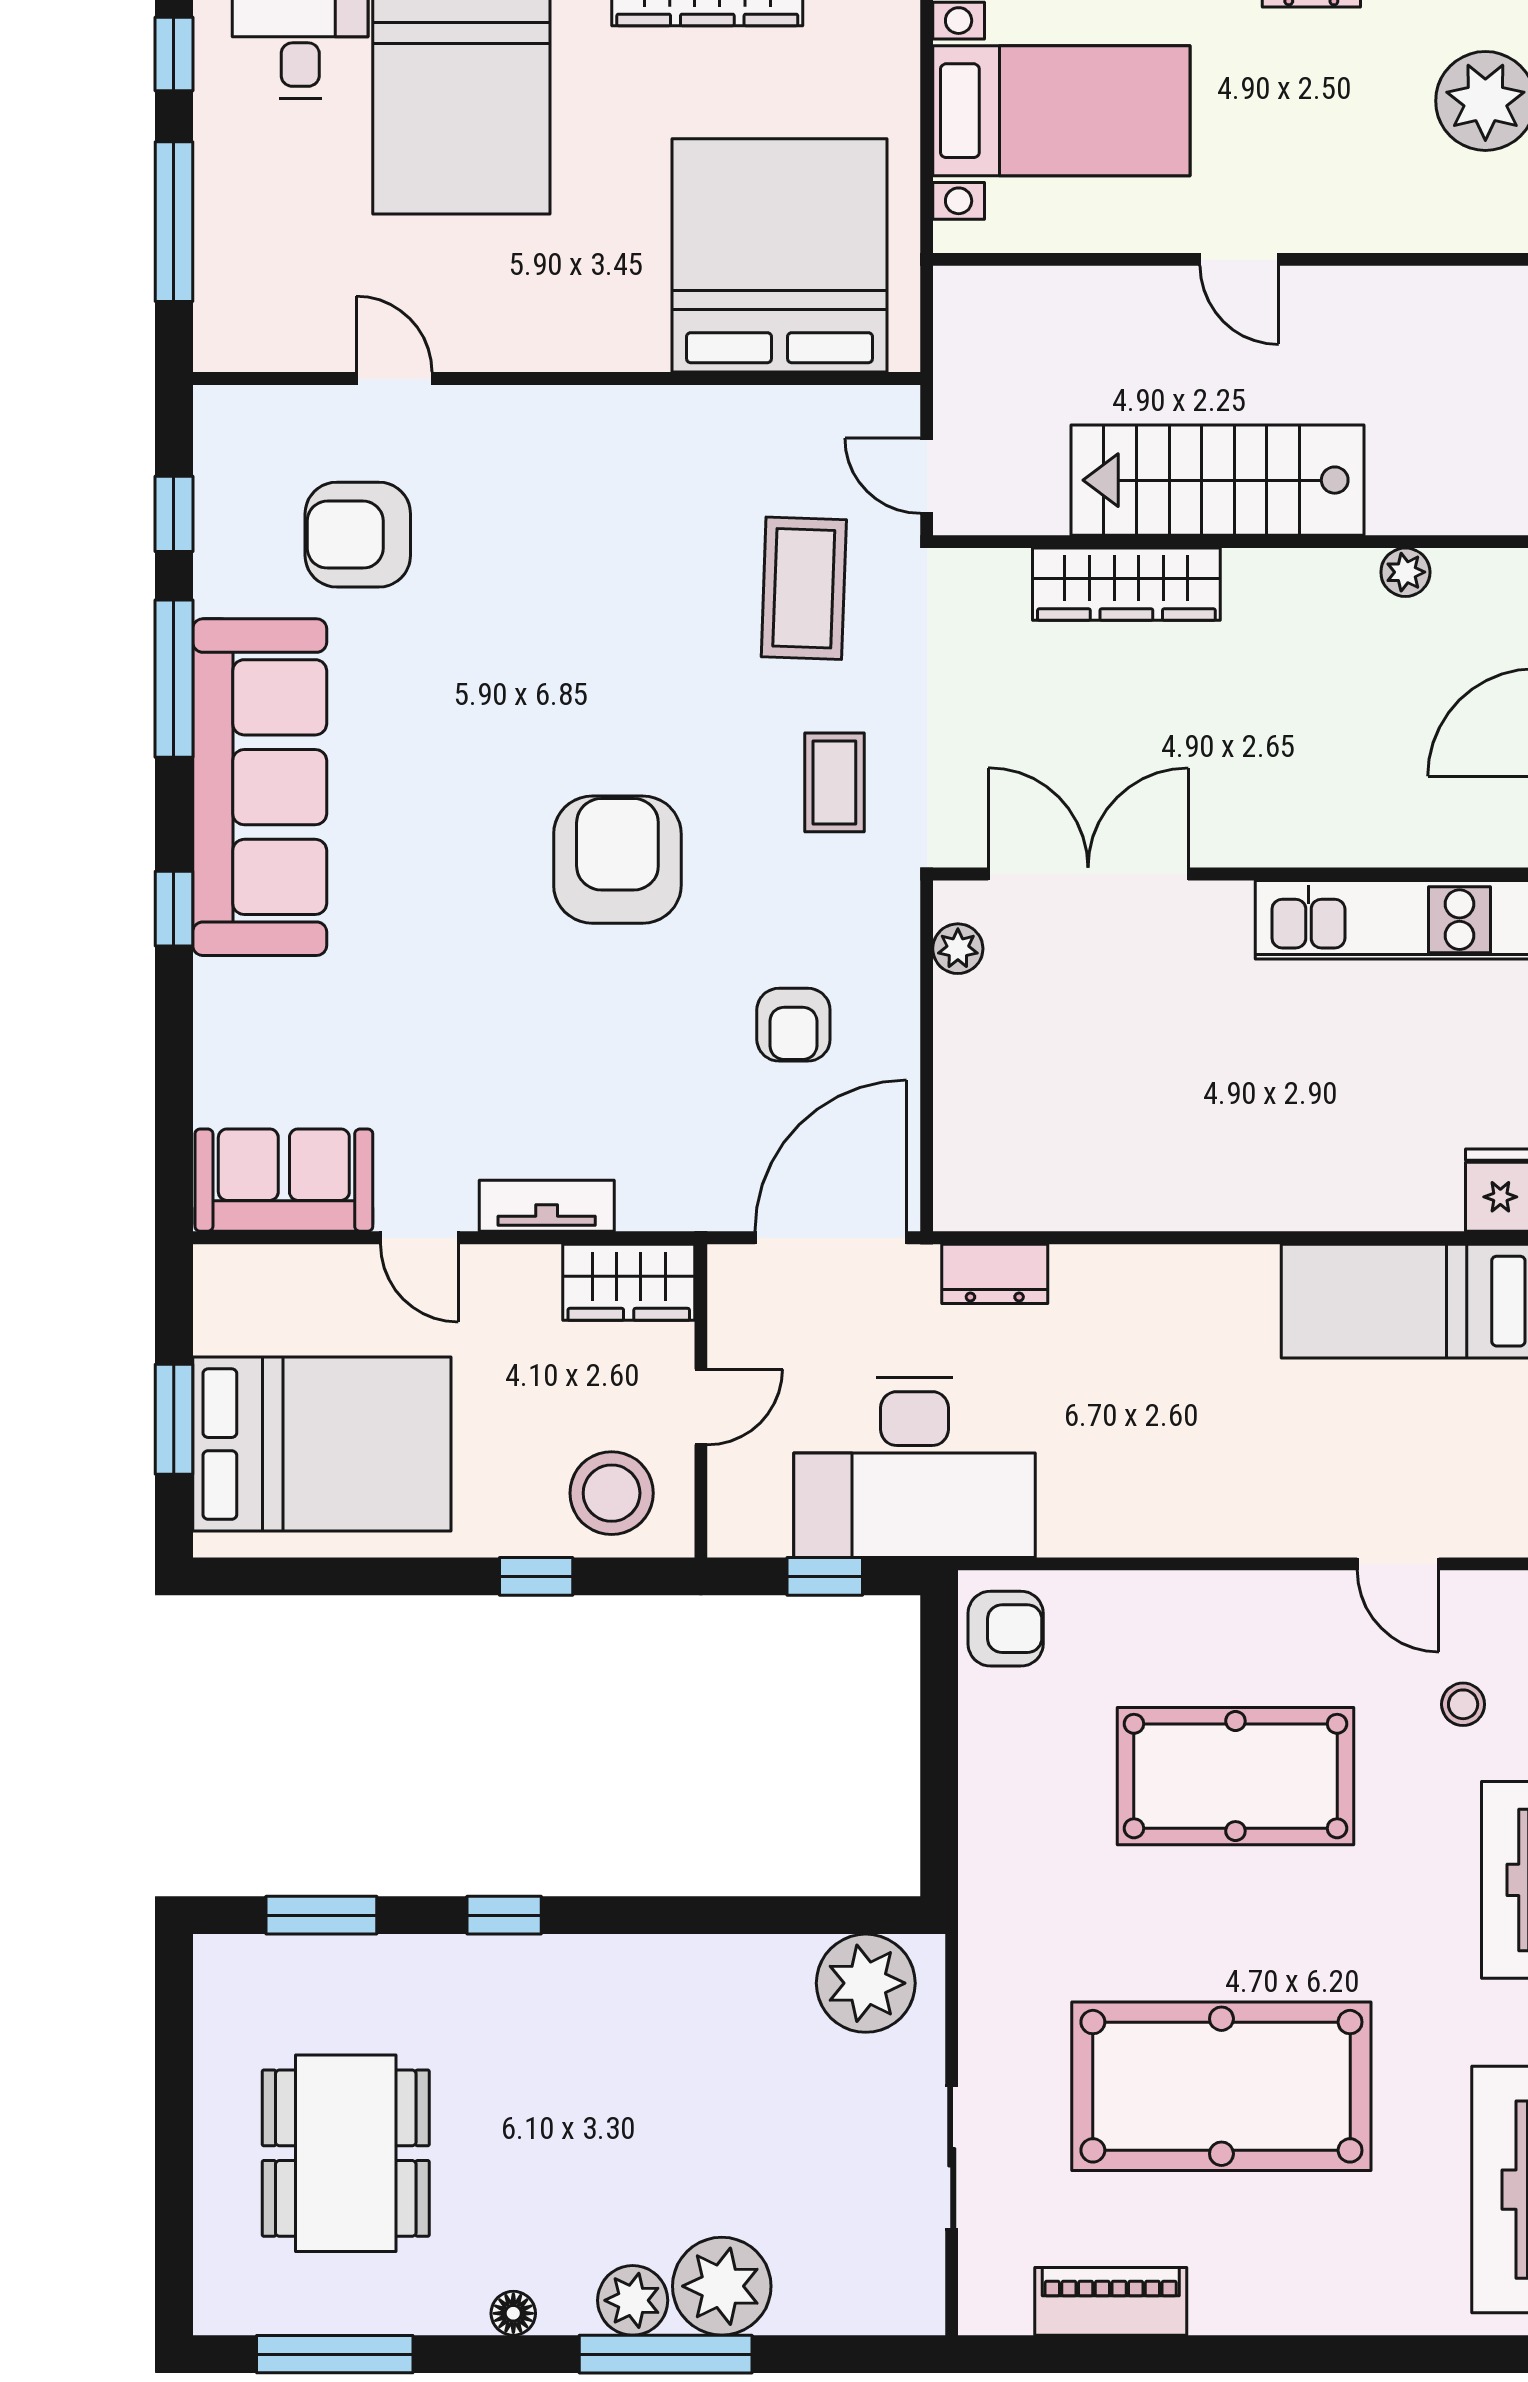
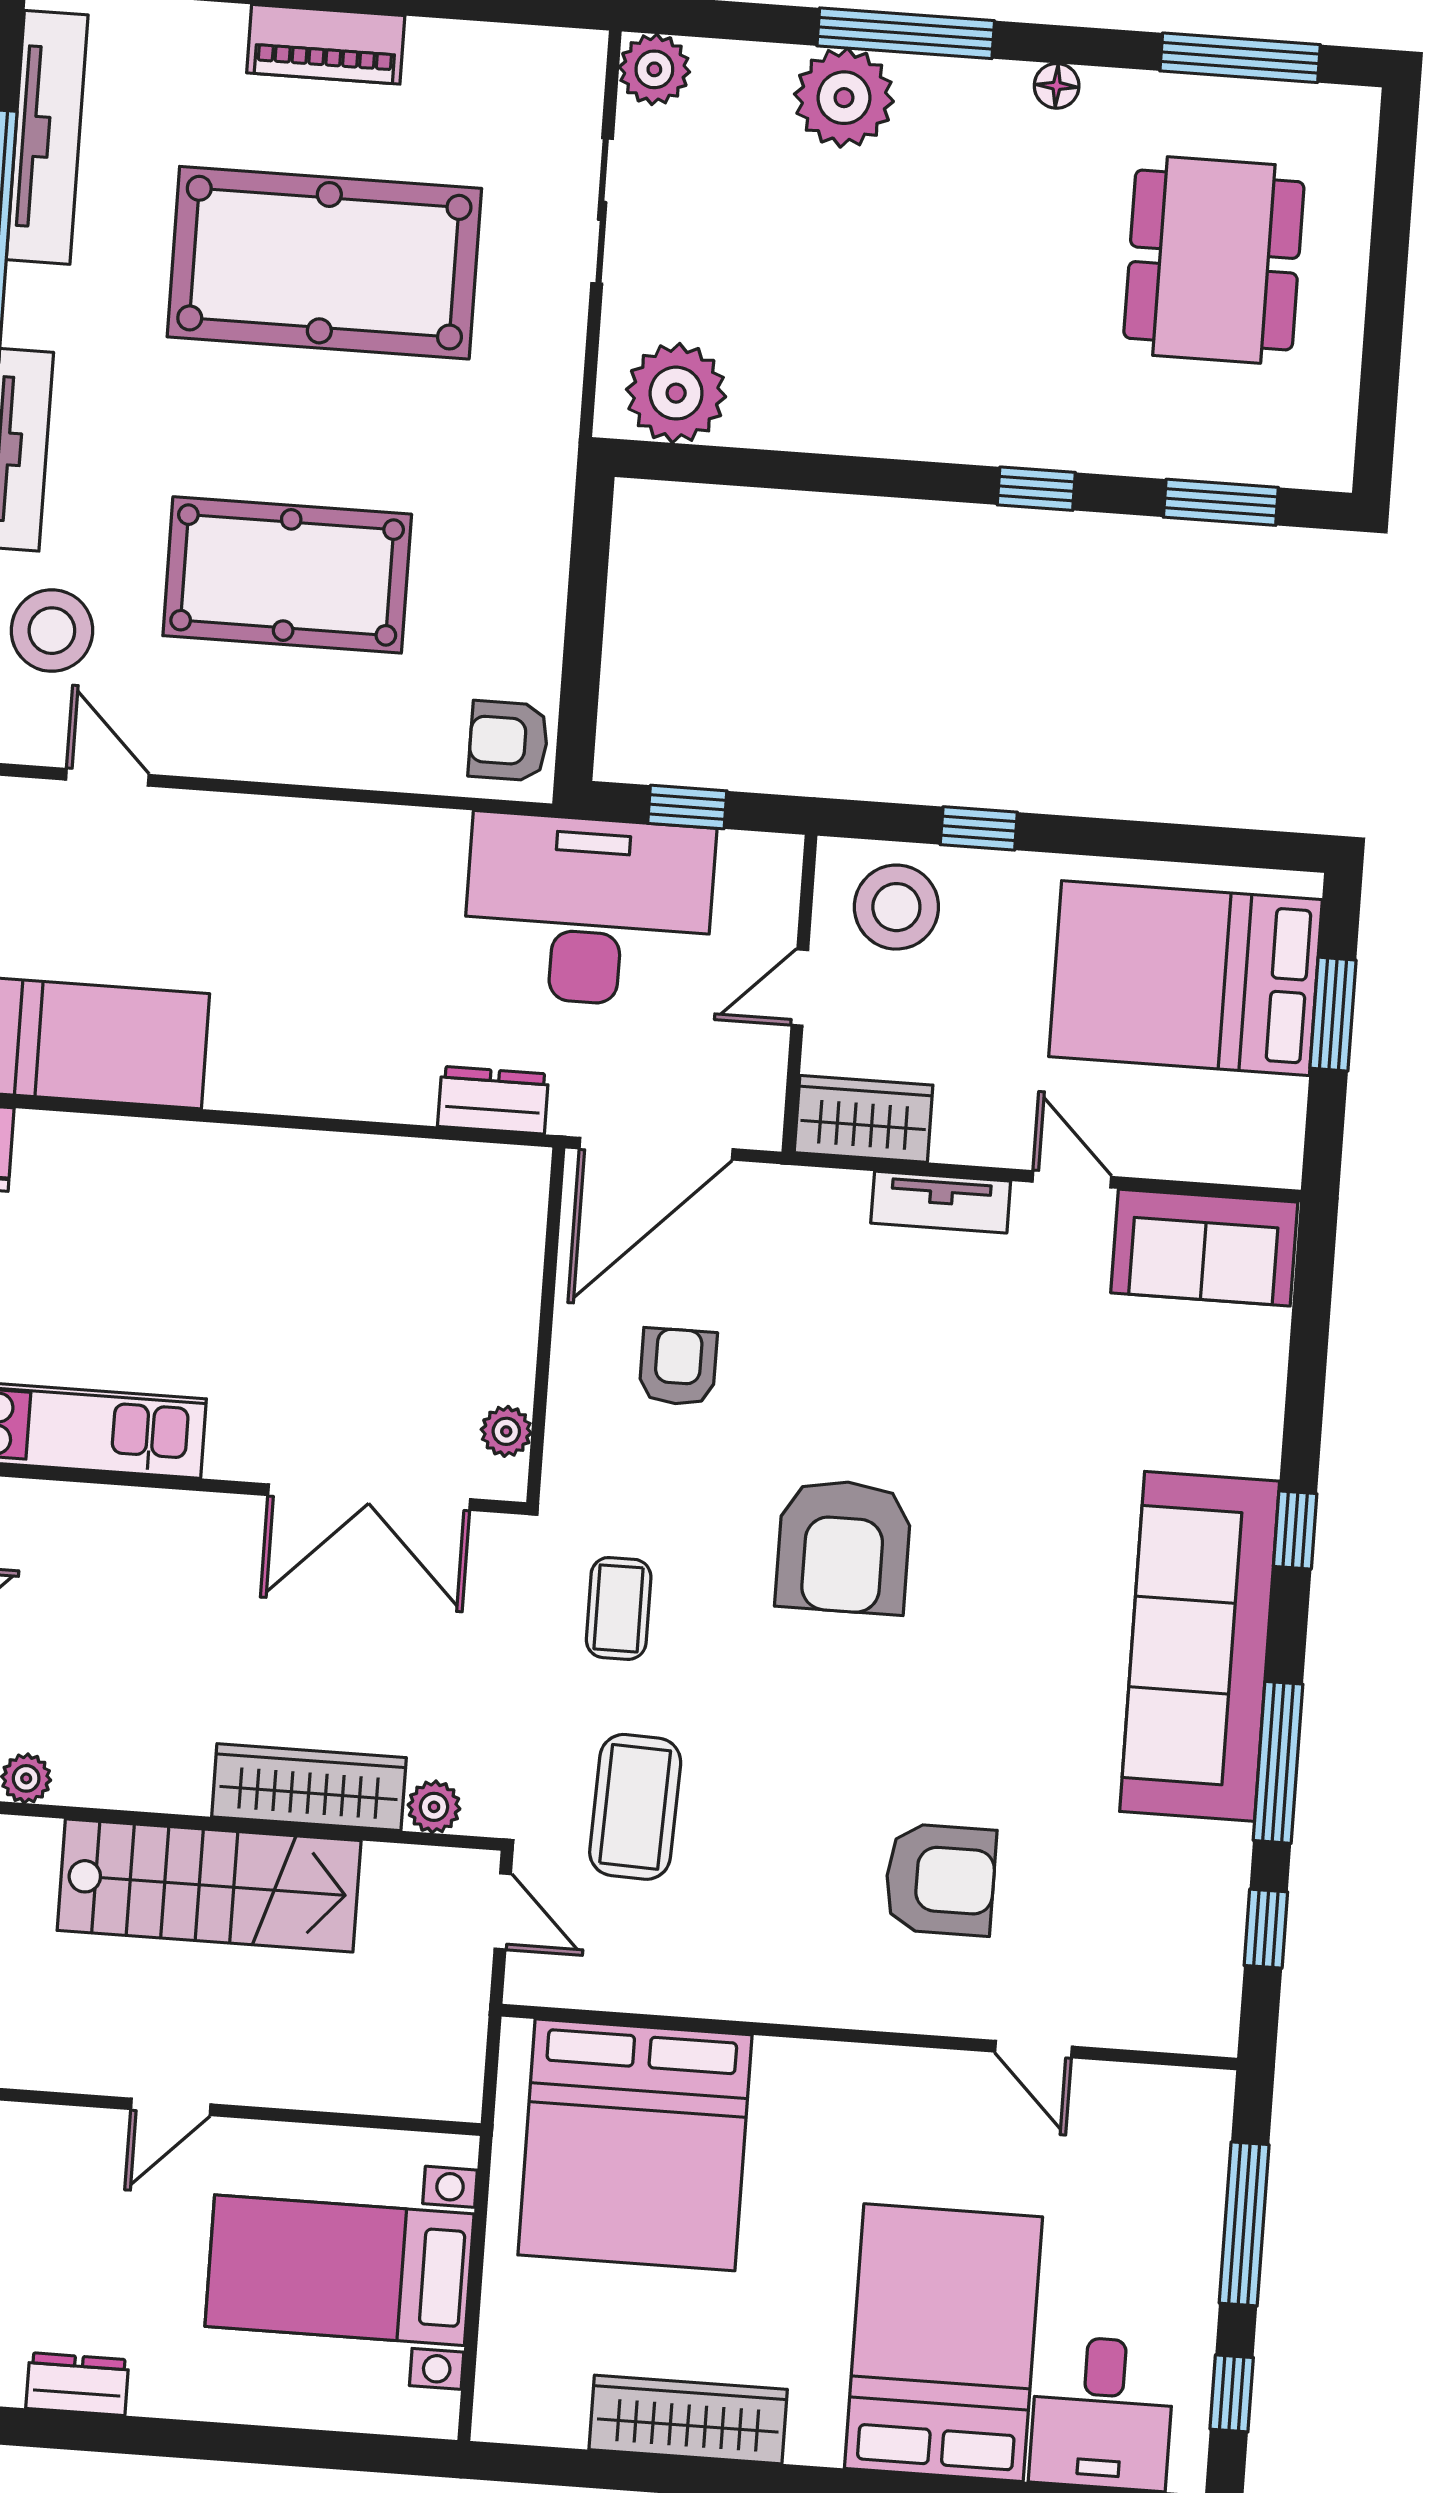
door: (1239, 259) -> (171, 2107), swing flipped
armchair: (358, 535) -> (940, 1880), moved
plant: (1002, 574) -> (434, 1807), added
stool: (1463, 1704) -> (52, 631), width x1.89, depth x1.89
plant: (633, 2300) -> (654, 69), moved
piano: (1111, 2301) -> (326, 44), moved

